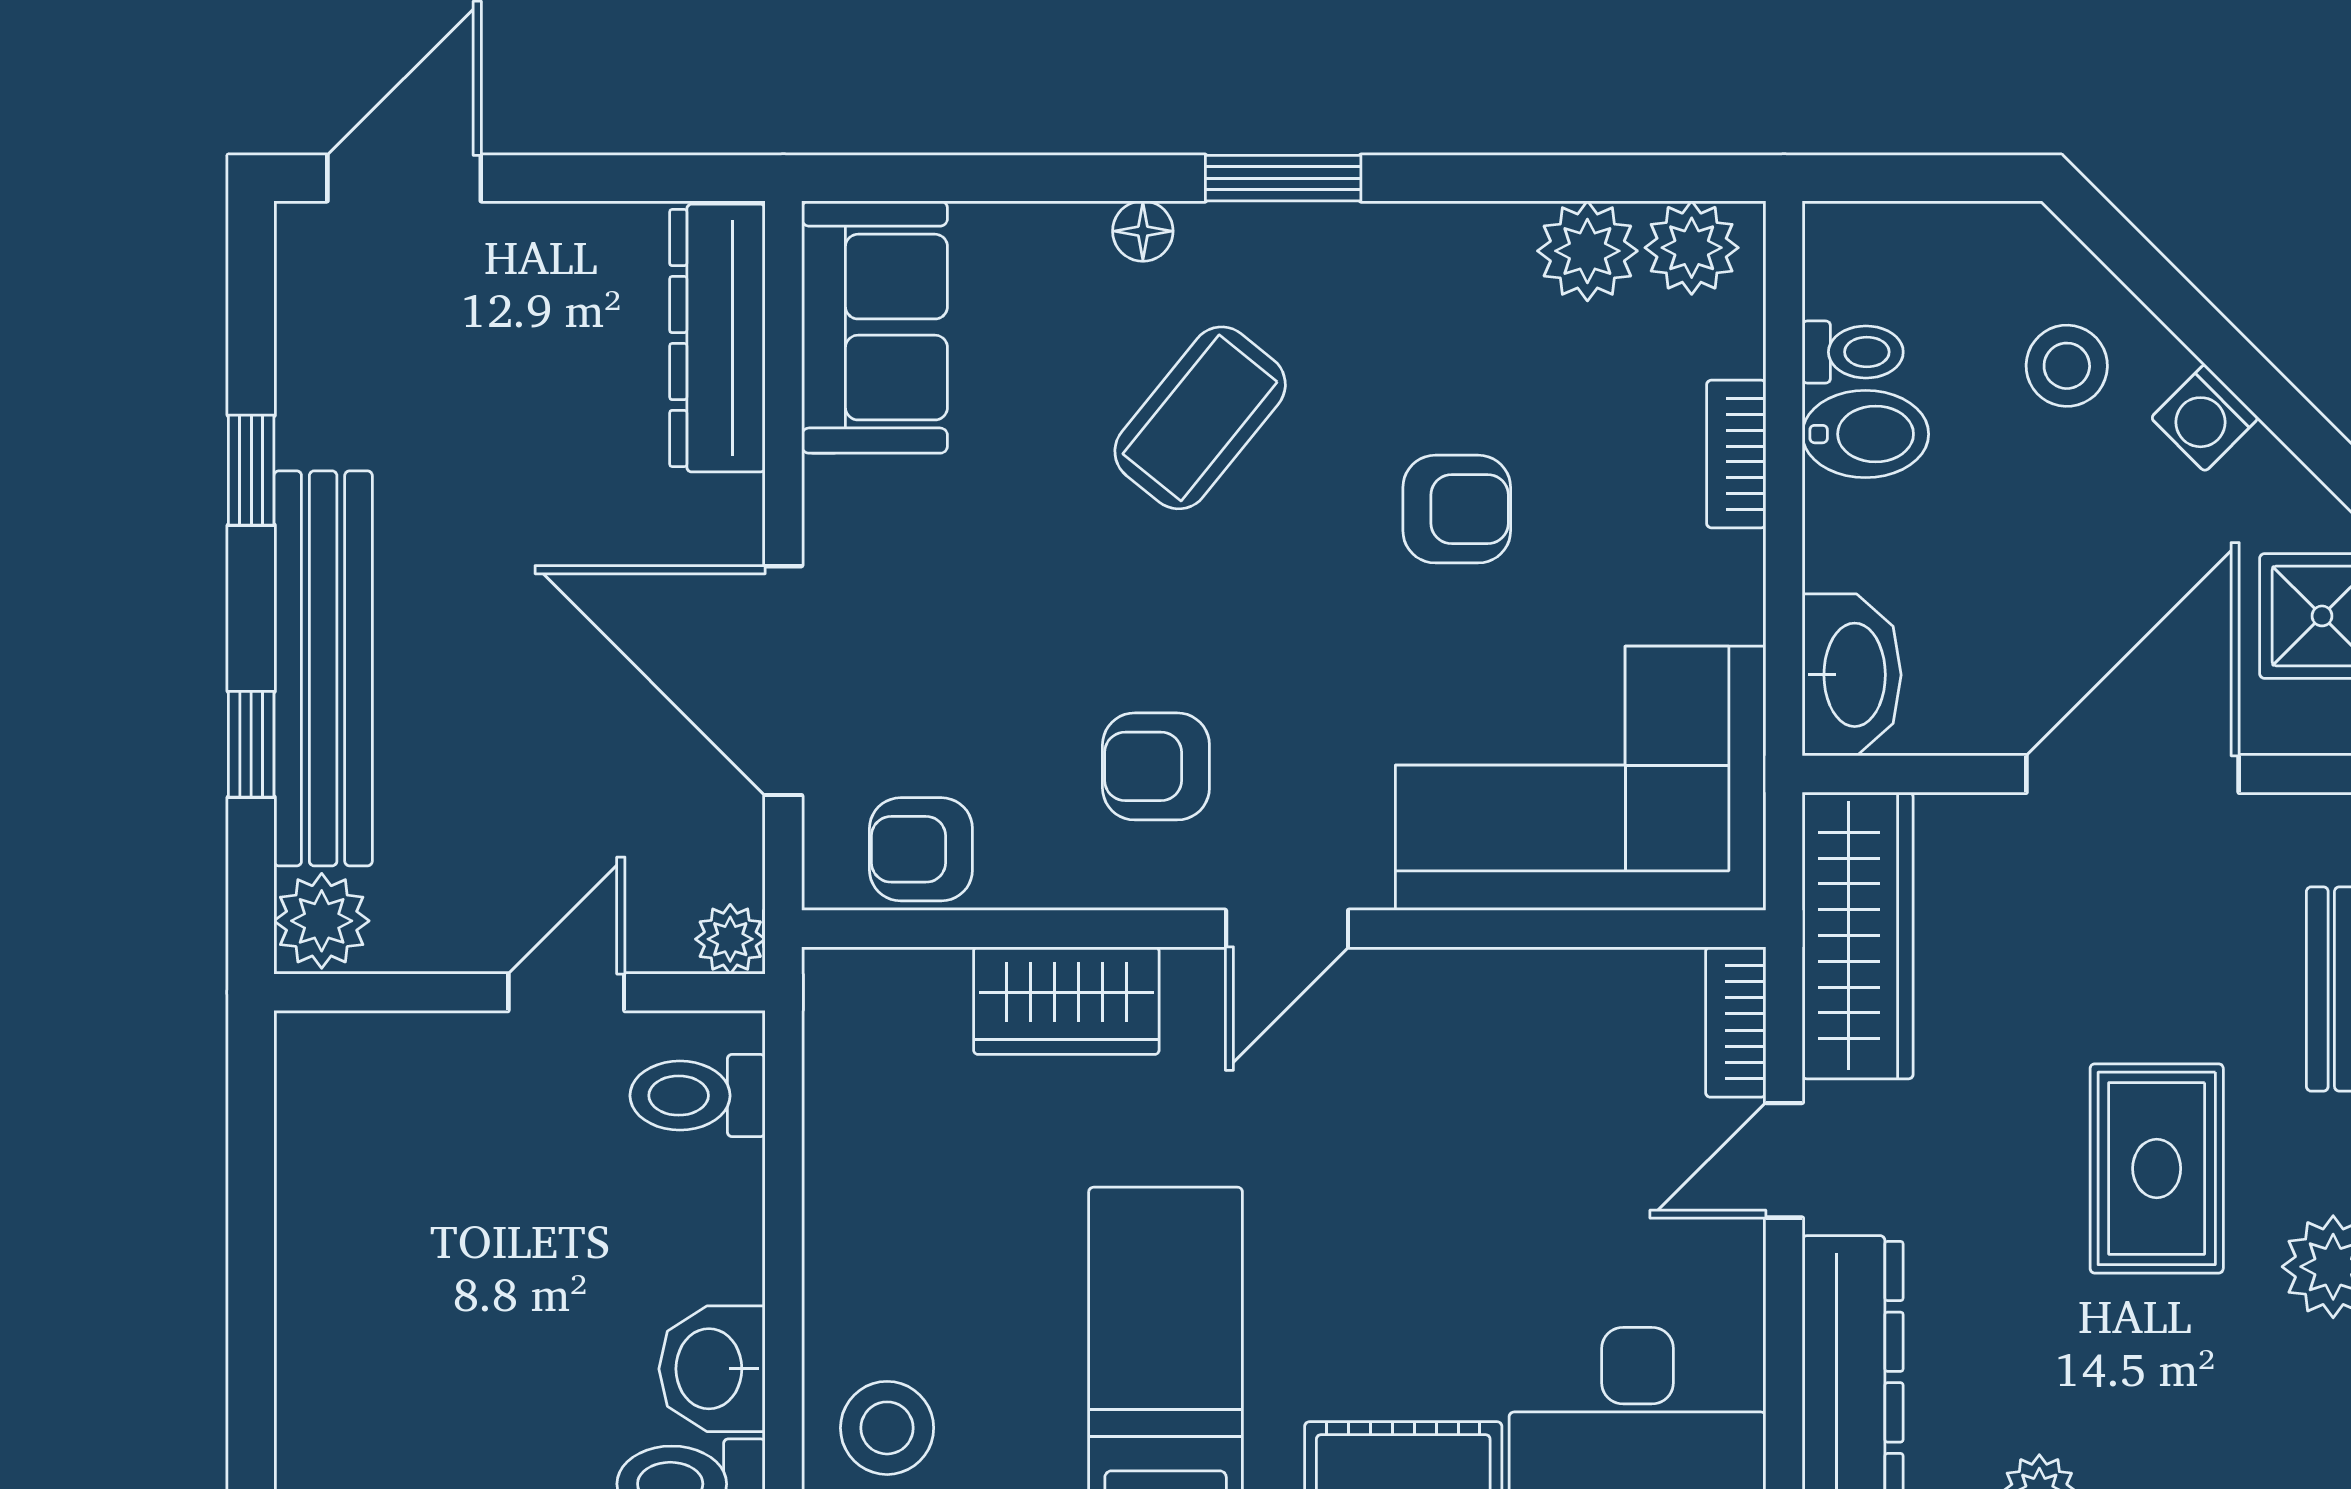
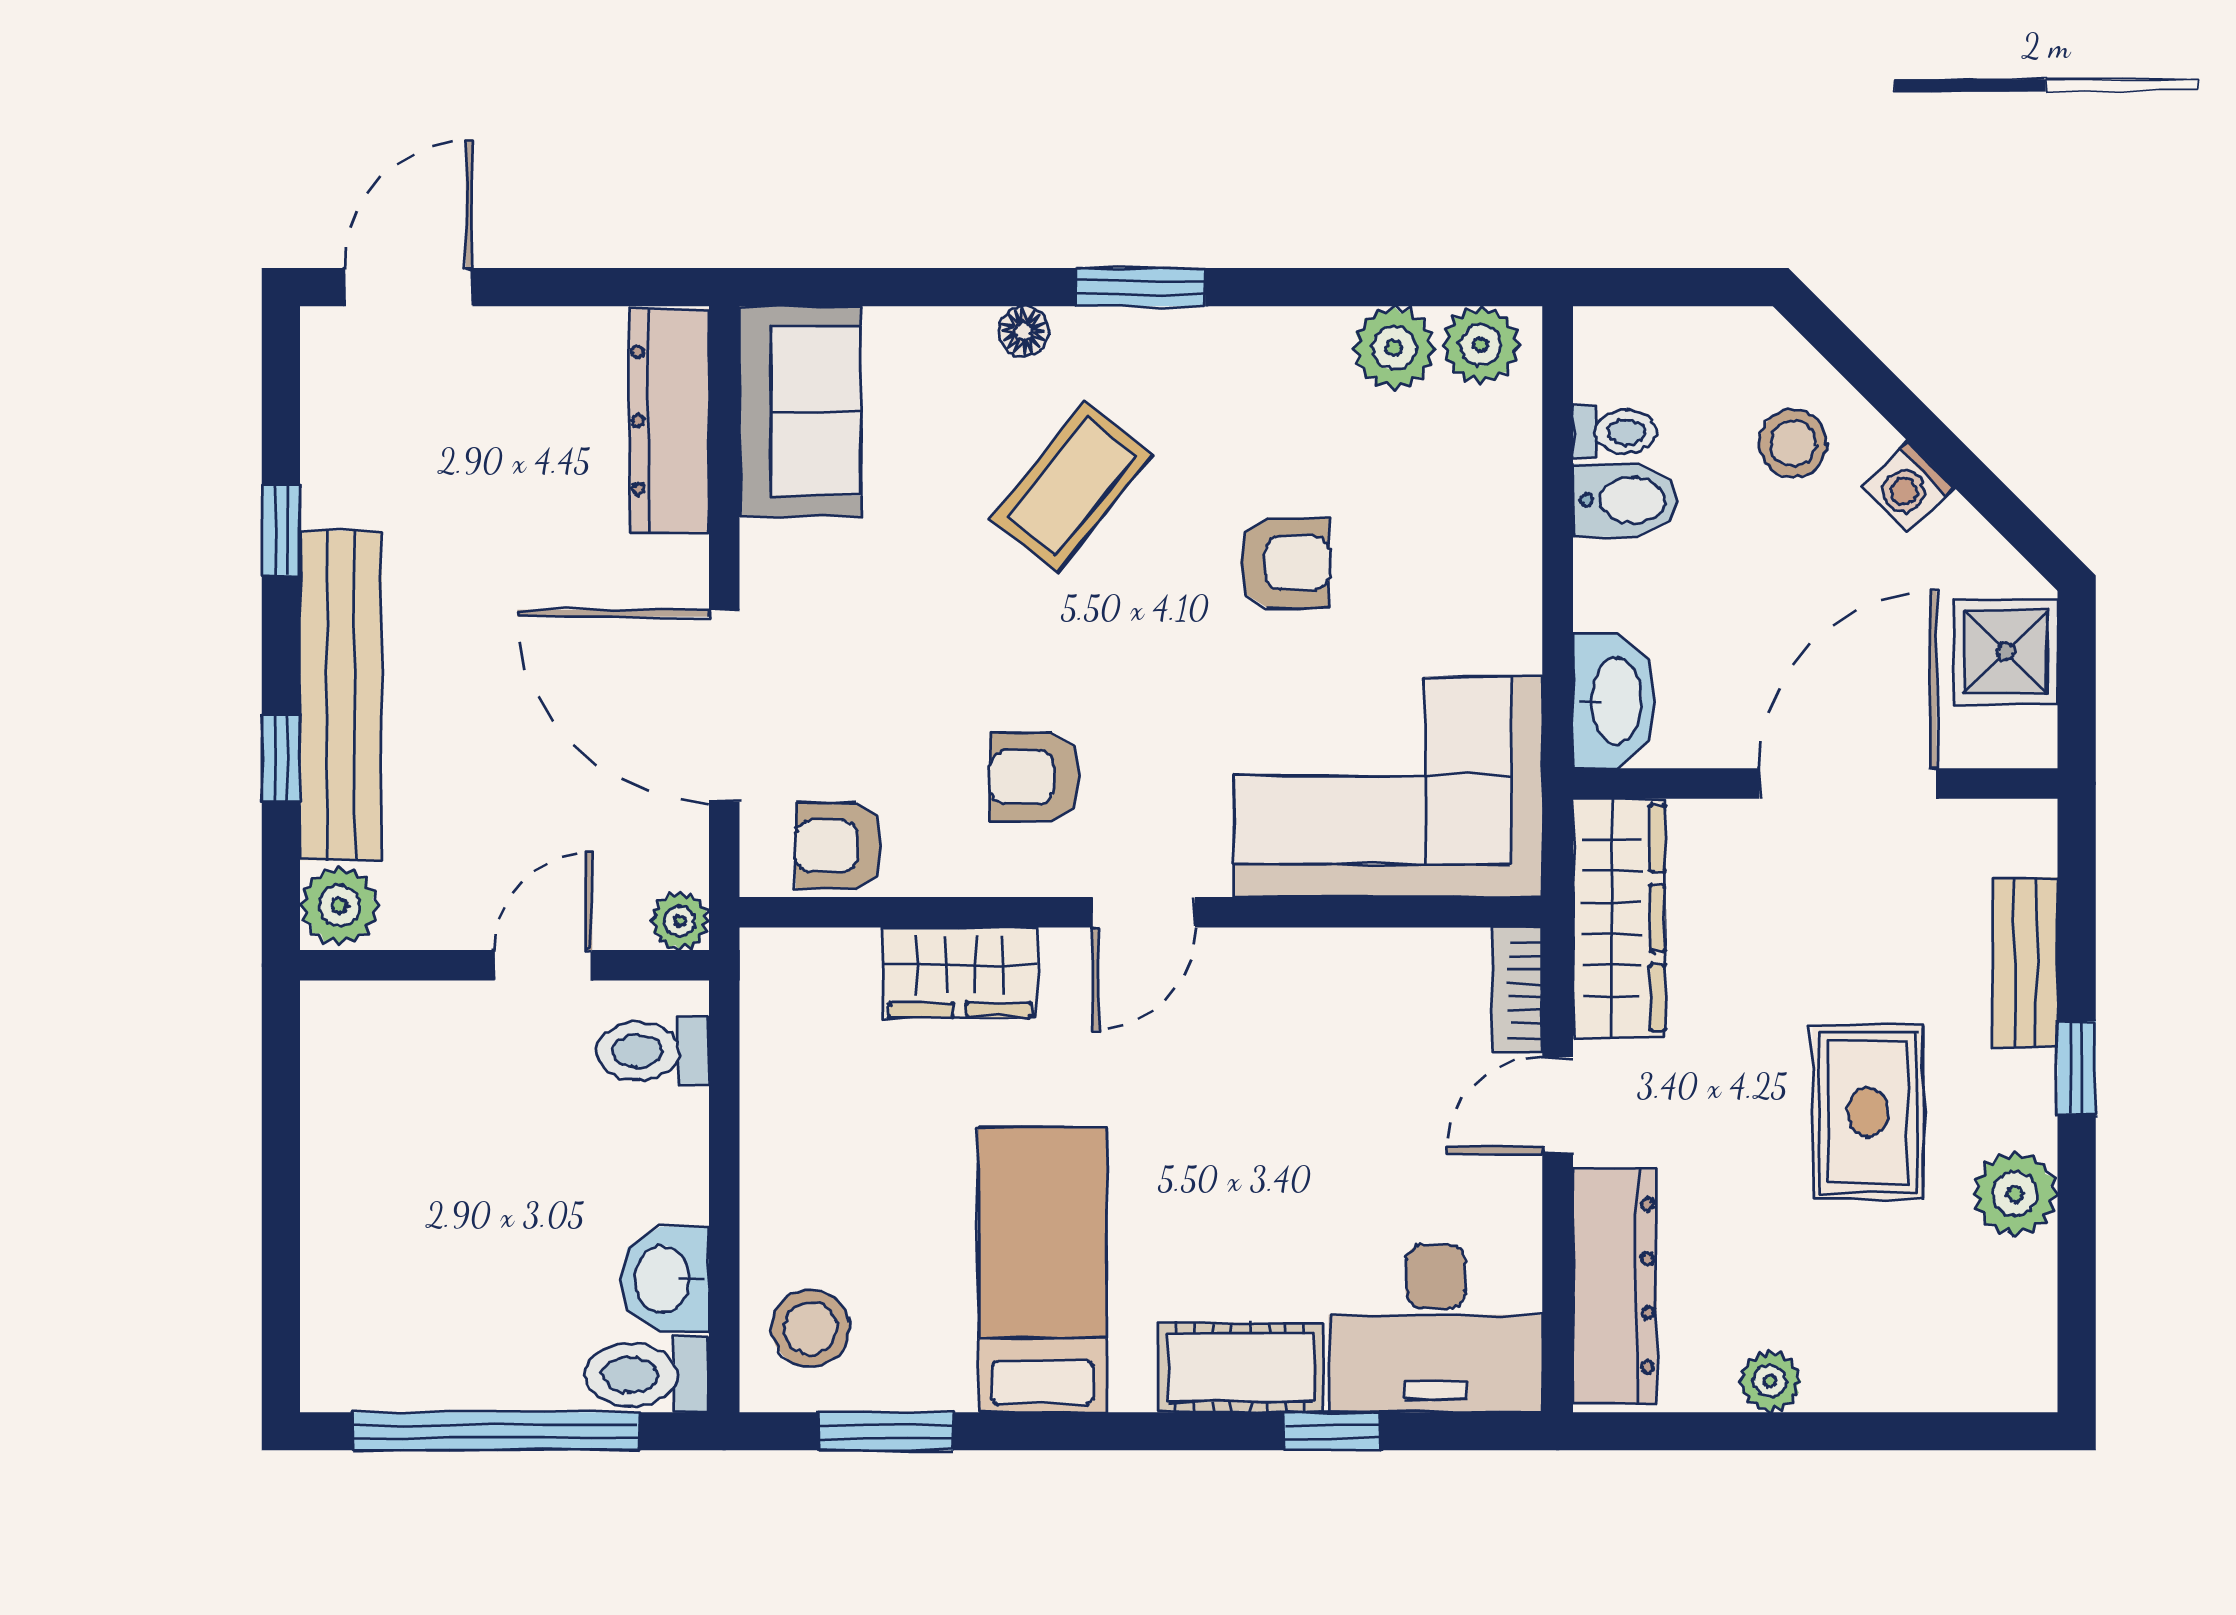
bookcase: (1736, 454) -> (1518, 517), removed

